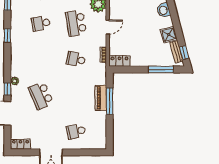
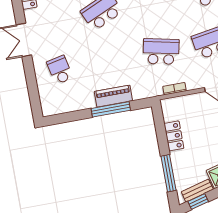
school desk: (76, 59) -> (161, 51), width x1.85
locker: (119, 61) -> (174, 136), moved

